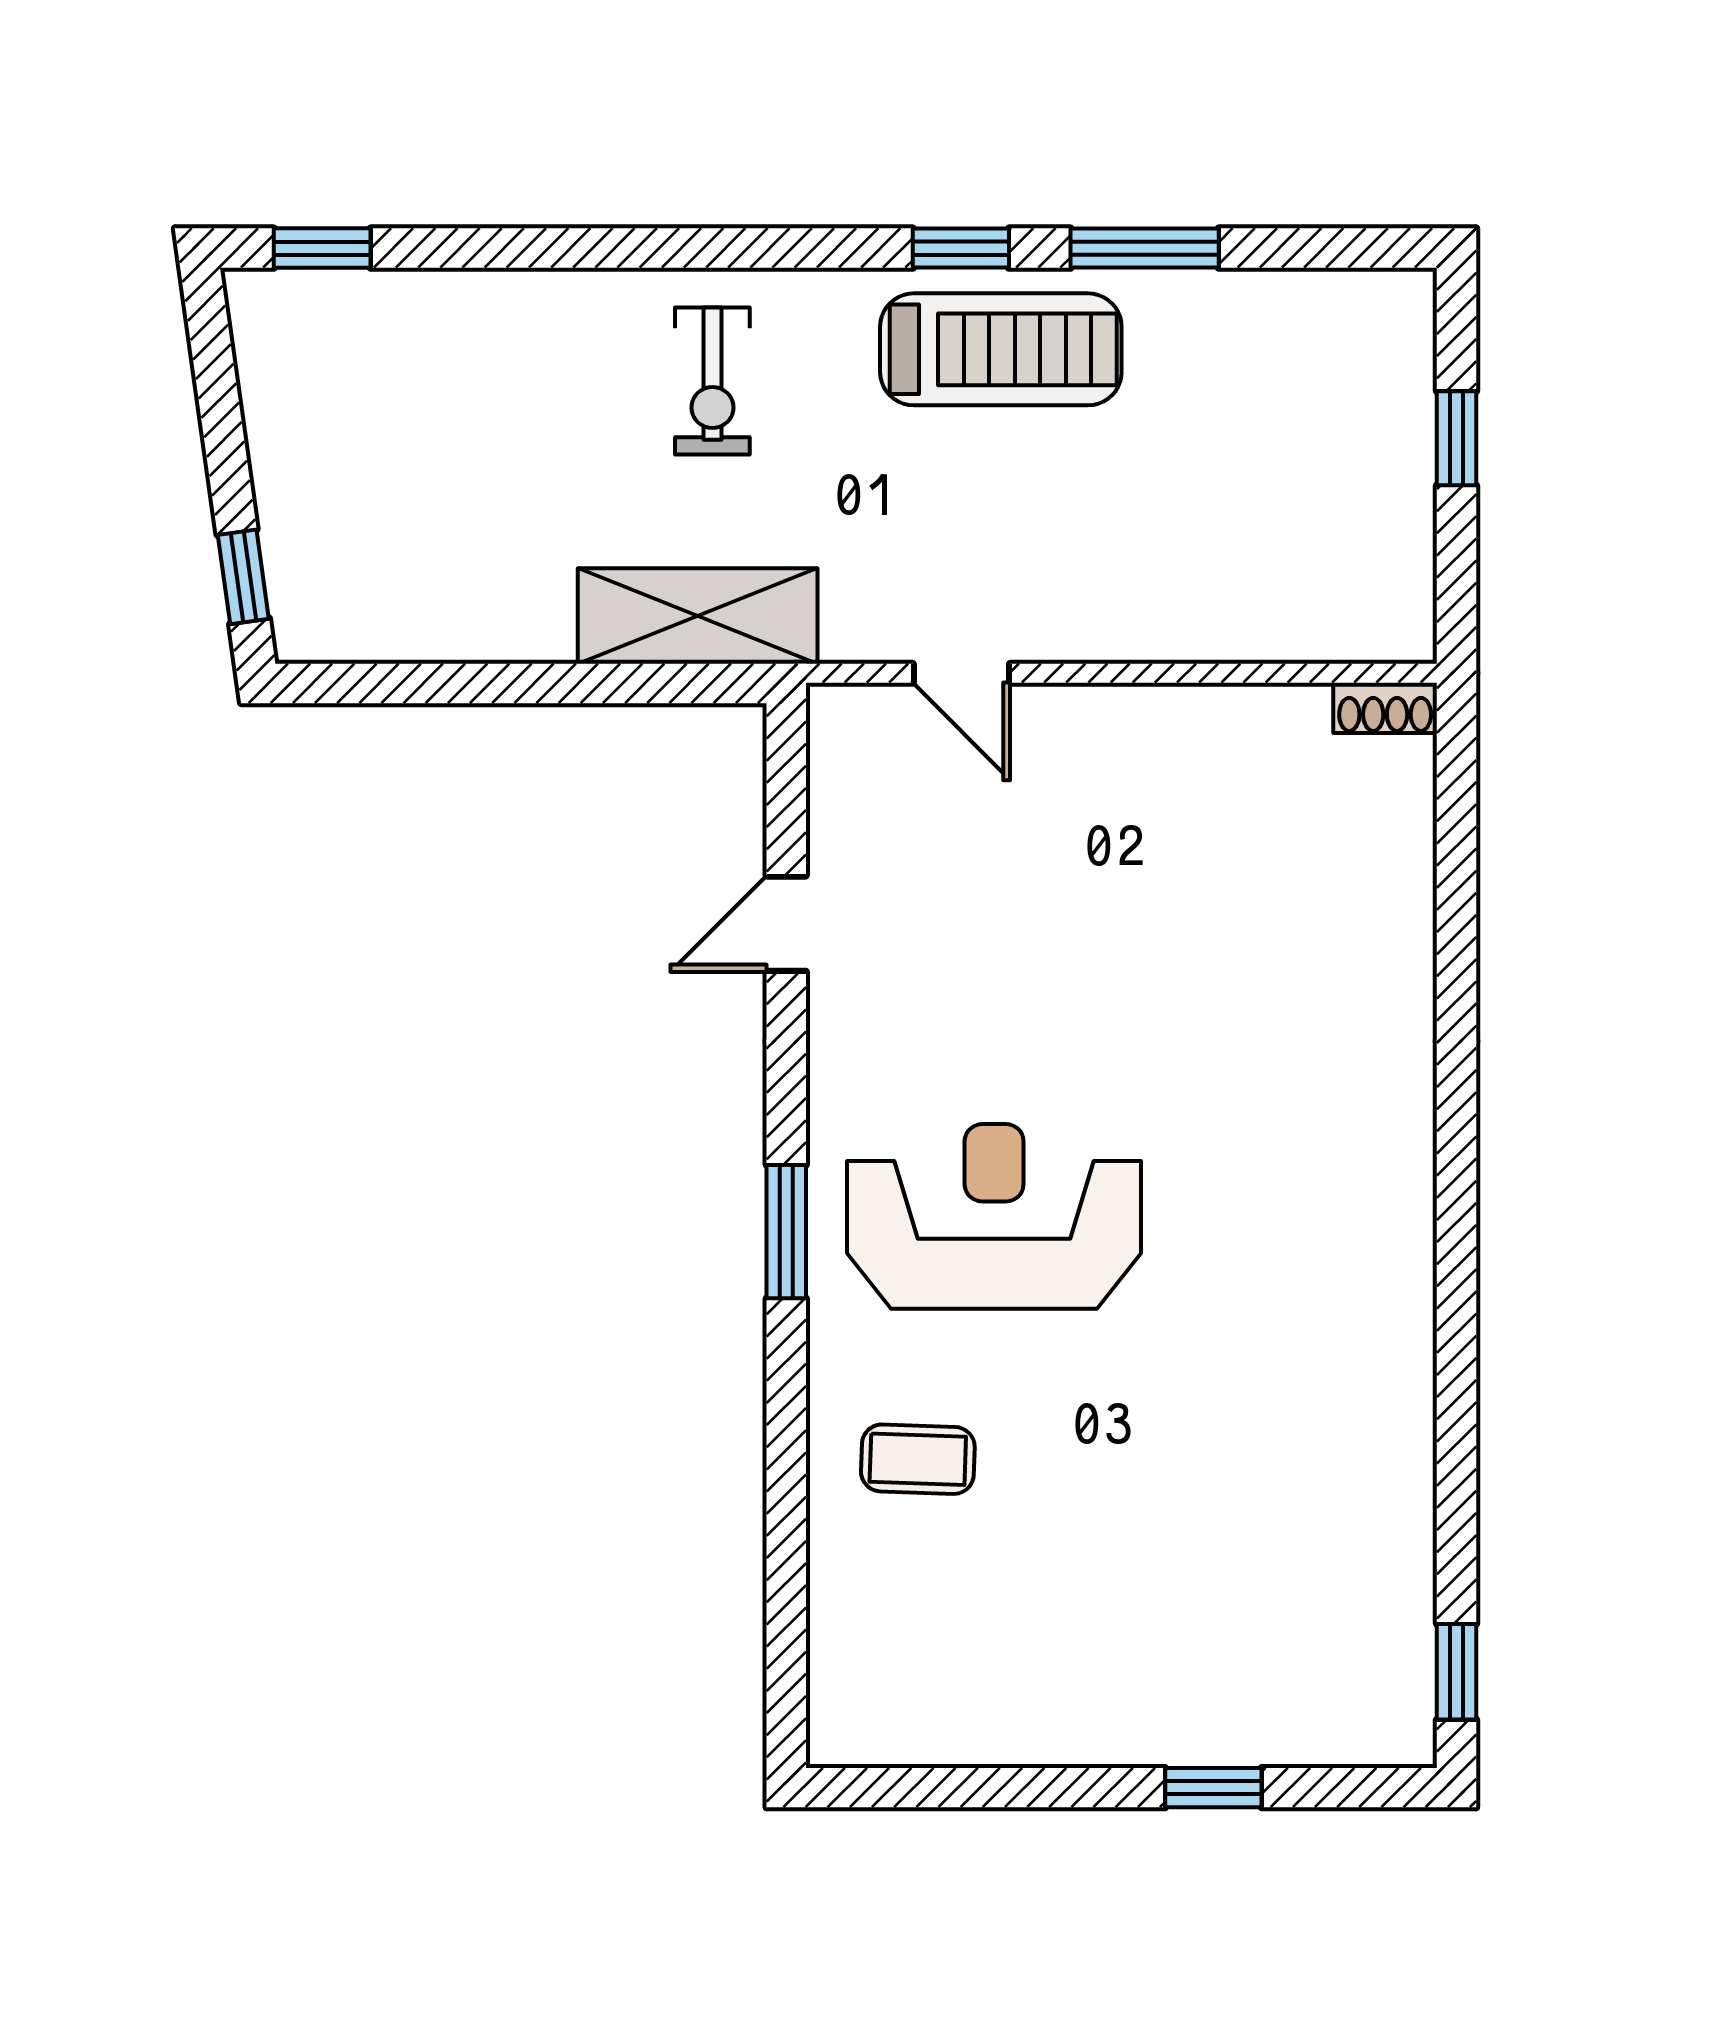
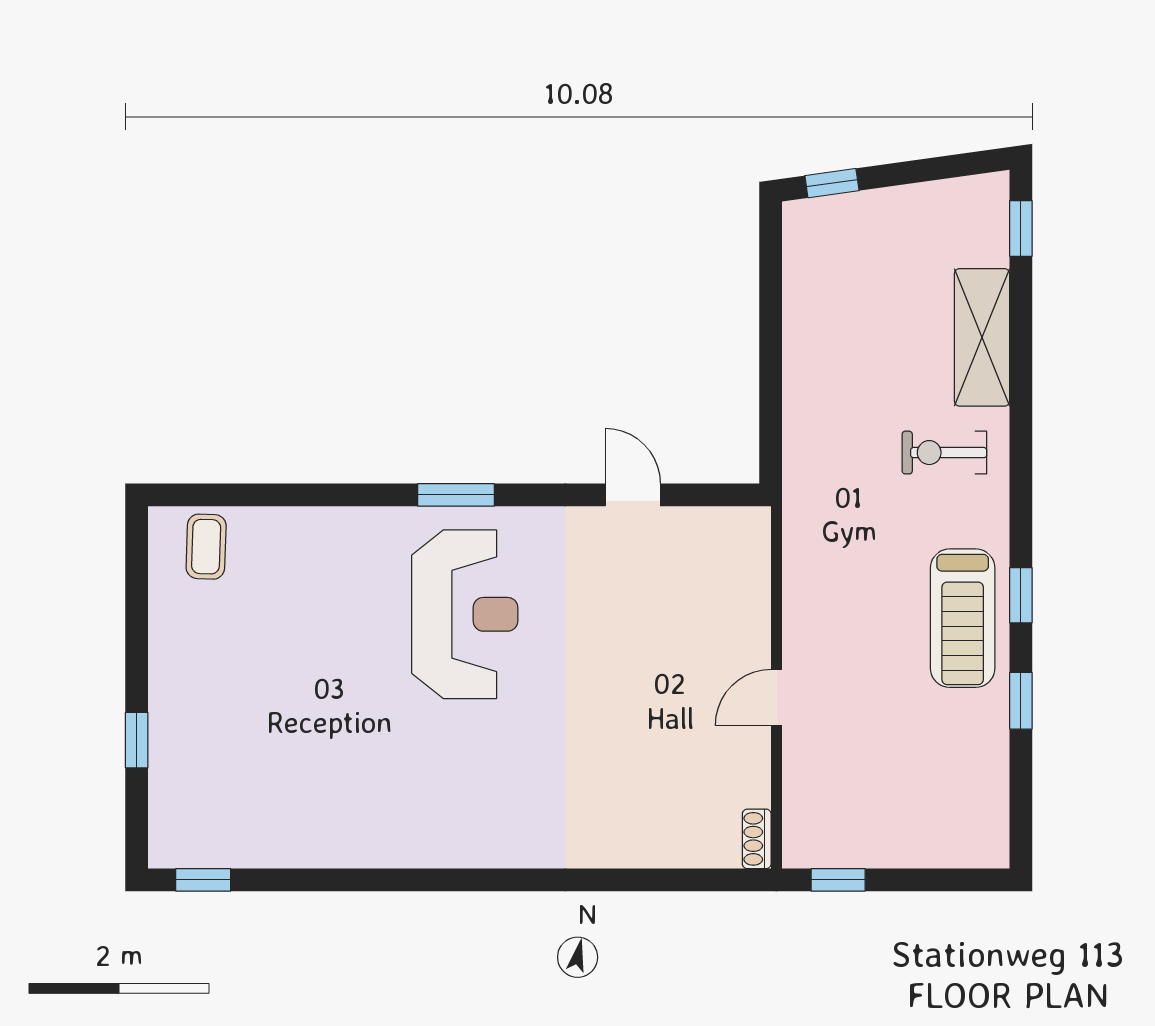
window: (1145, 248) -> (1021, 701), width x0.67
window: (1457, 438) -> (838, 880), moved
shelving: (698, 616) -> (982, 337), moved
door: (961, 673) -> (777, 697), moved
coffee table: (918, 1459) -> (206, 547), moved

